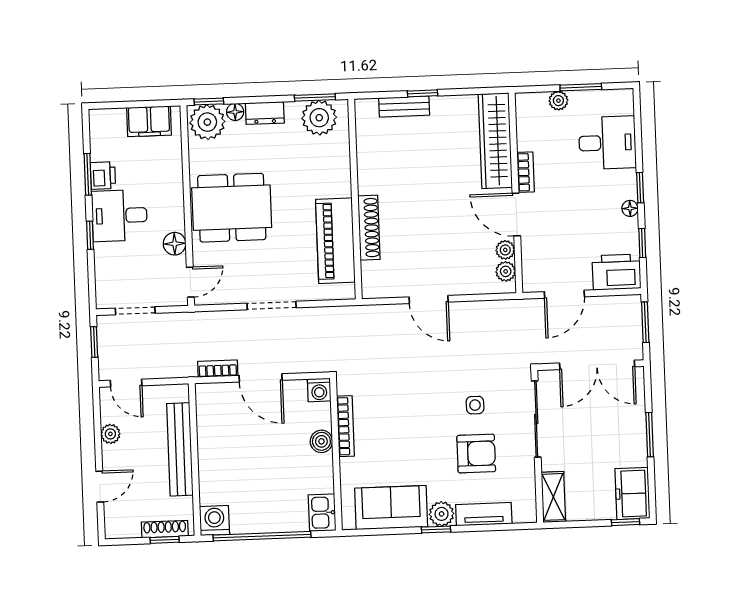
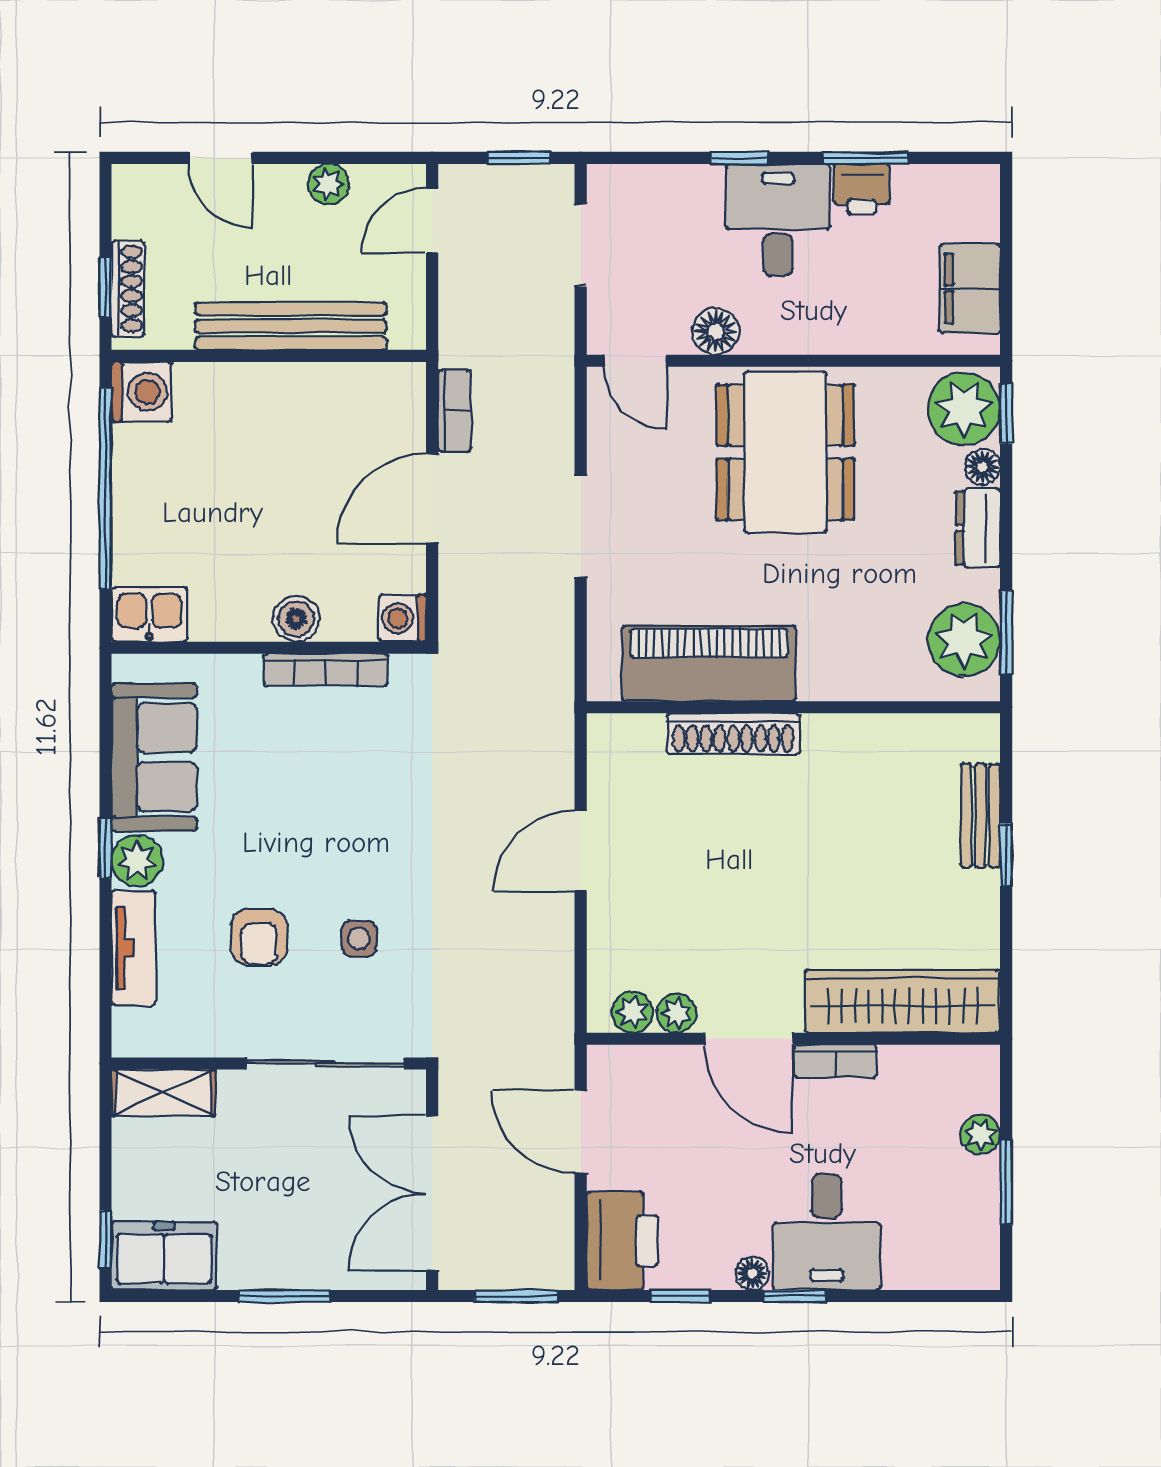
desk: (607, 143) -> (827, 1232), moved
door: (516, 215) -> (749, 1039), swing flipped
armchair: (476, 454) -> (259, 937), width x0.72, depth x0.72

